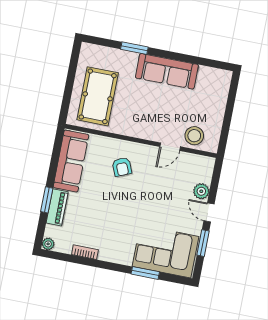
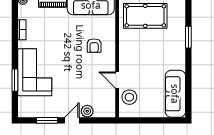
sofa: (167, 71) -> (175, 94), moved
armchair: (122, 167) -> (94, 46), turned -67
corner sofa: (165, 251) -> (35, 72), moved

